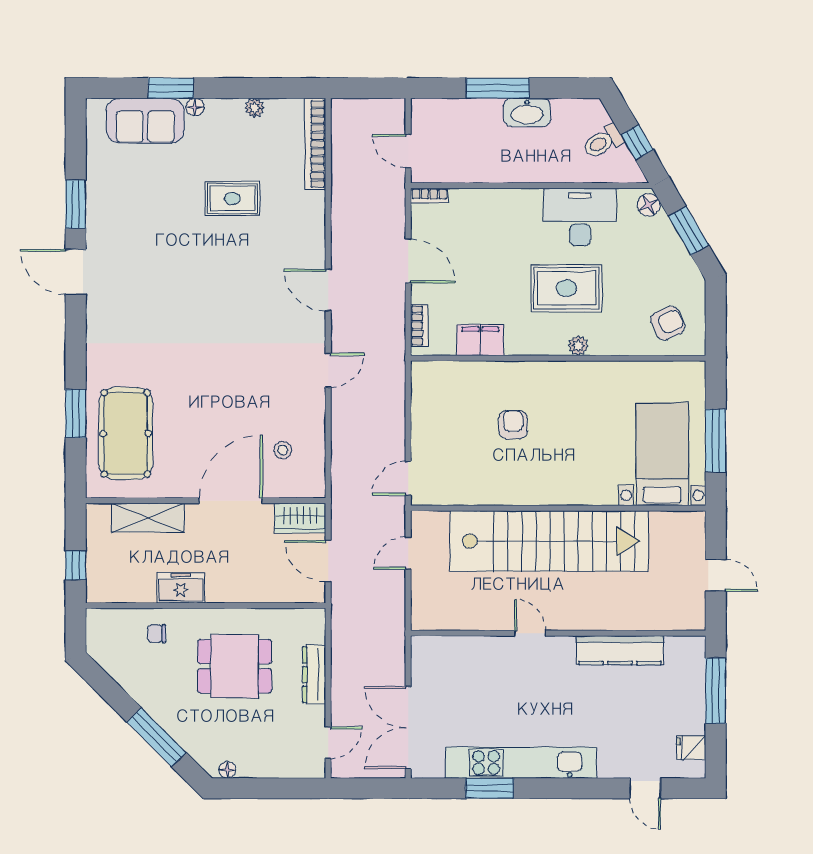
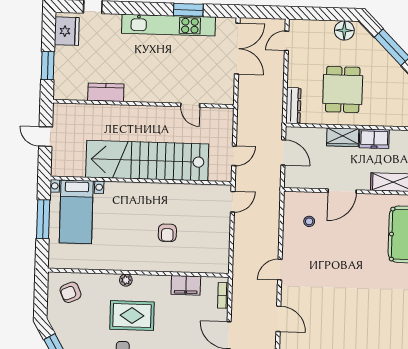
door: (231, 501) -> (342, 191), width x0.73
wardrobe: (300, 518) -> (343, 137), moved, turned 180
door: (530, 633) -> (190, 105), moved
chair: (157, 634) -> (390, 111), removed
kitchen counter: (620, 650) -> (106, 92), width x0.67
dining table: (235, 666) -> (343, 89), turned 90
dresser: (314, 675) -> (293, 106), moved
window: (716, 691) -> (48, 66), width x0.69
fridge: (691, 748) -> (67, 31), width x1.88, depth x1.34
floor lamp: (227, 770) -> (344, 30), width x1.89, depth x1.89

